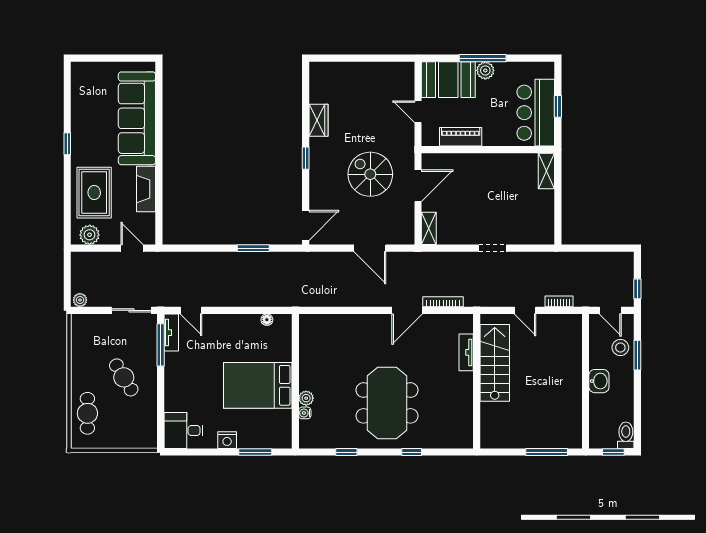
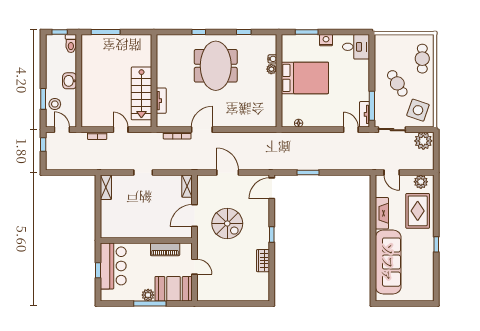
shelving: (546, 171) -> (106, 187), moved
plant: (80, 300) -> (423, 141), width x1.88, depth x1.88
side table: (94, 339) -> (418, 110), added
toilet: (626, 435) -> (71, 44), moved

